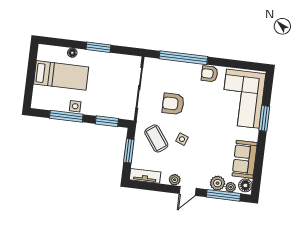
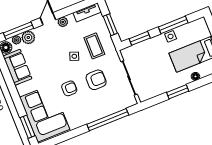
armchair: (210, 74) -> (69, 88), moved
window: (264, 118) -> (28, 127), moved
coffee table: (156, 138) -> (94, 46), turned 36

